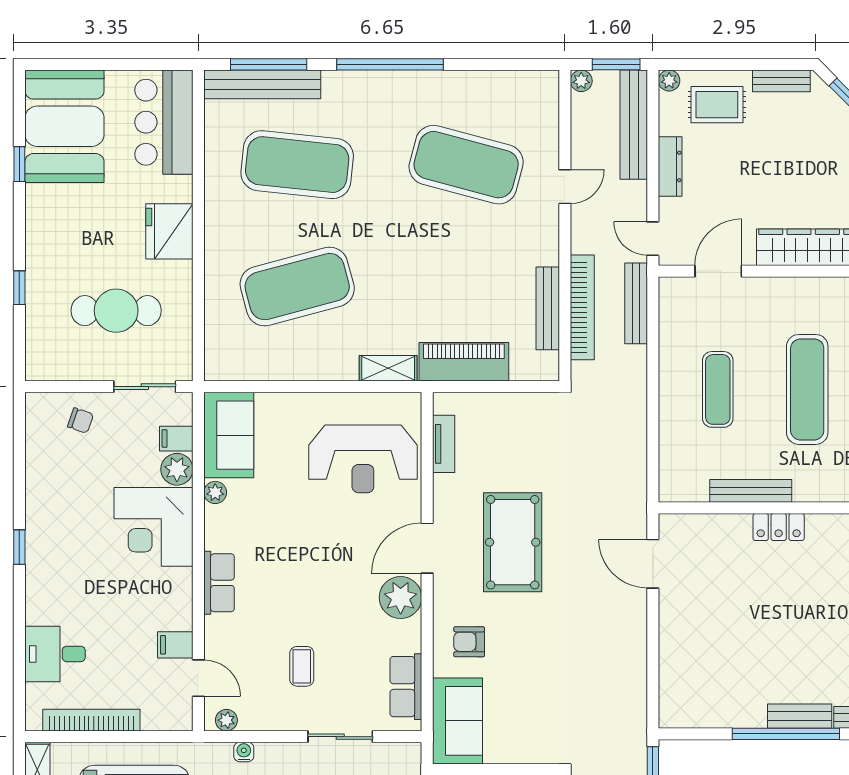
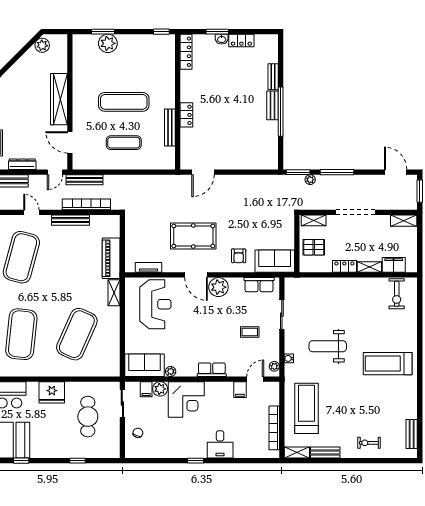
exercise mat: (297, 287) -> (77, 334), turned 39
bench: (548, 308) -> (70, 220), moved
desk: (55, 654) -> (220, 444), moved

